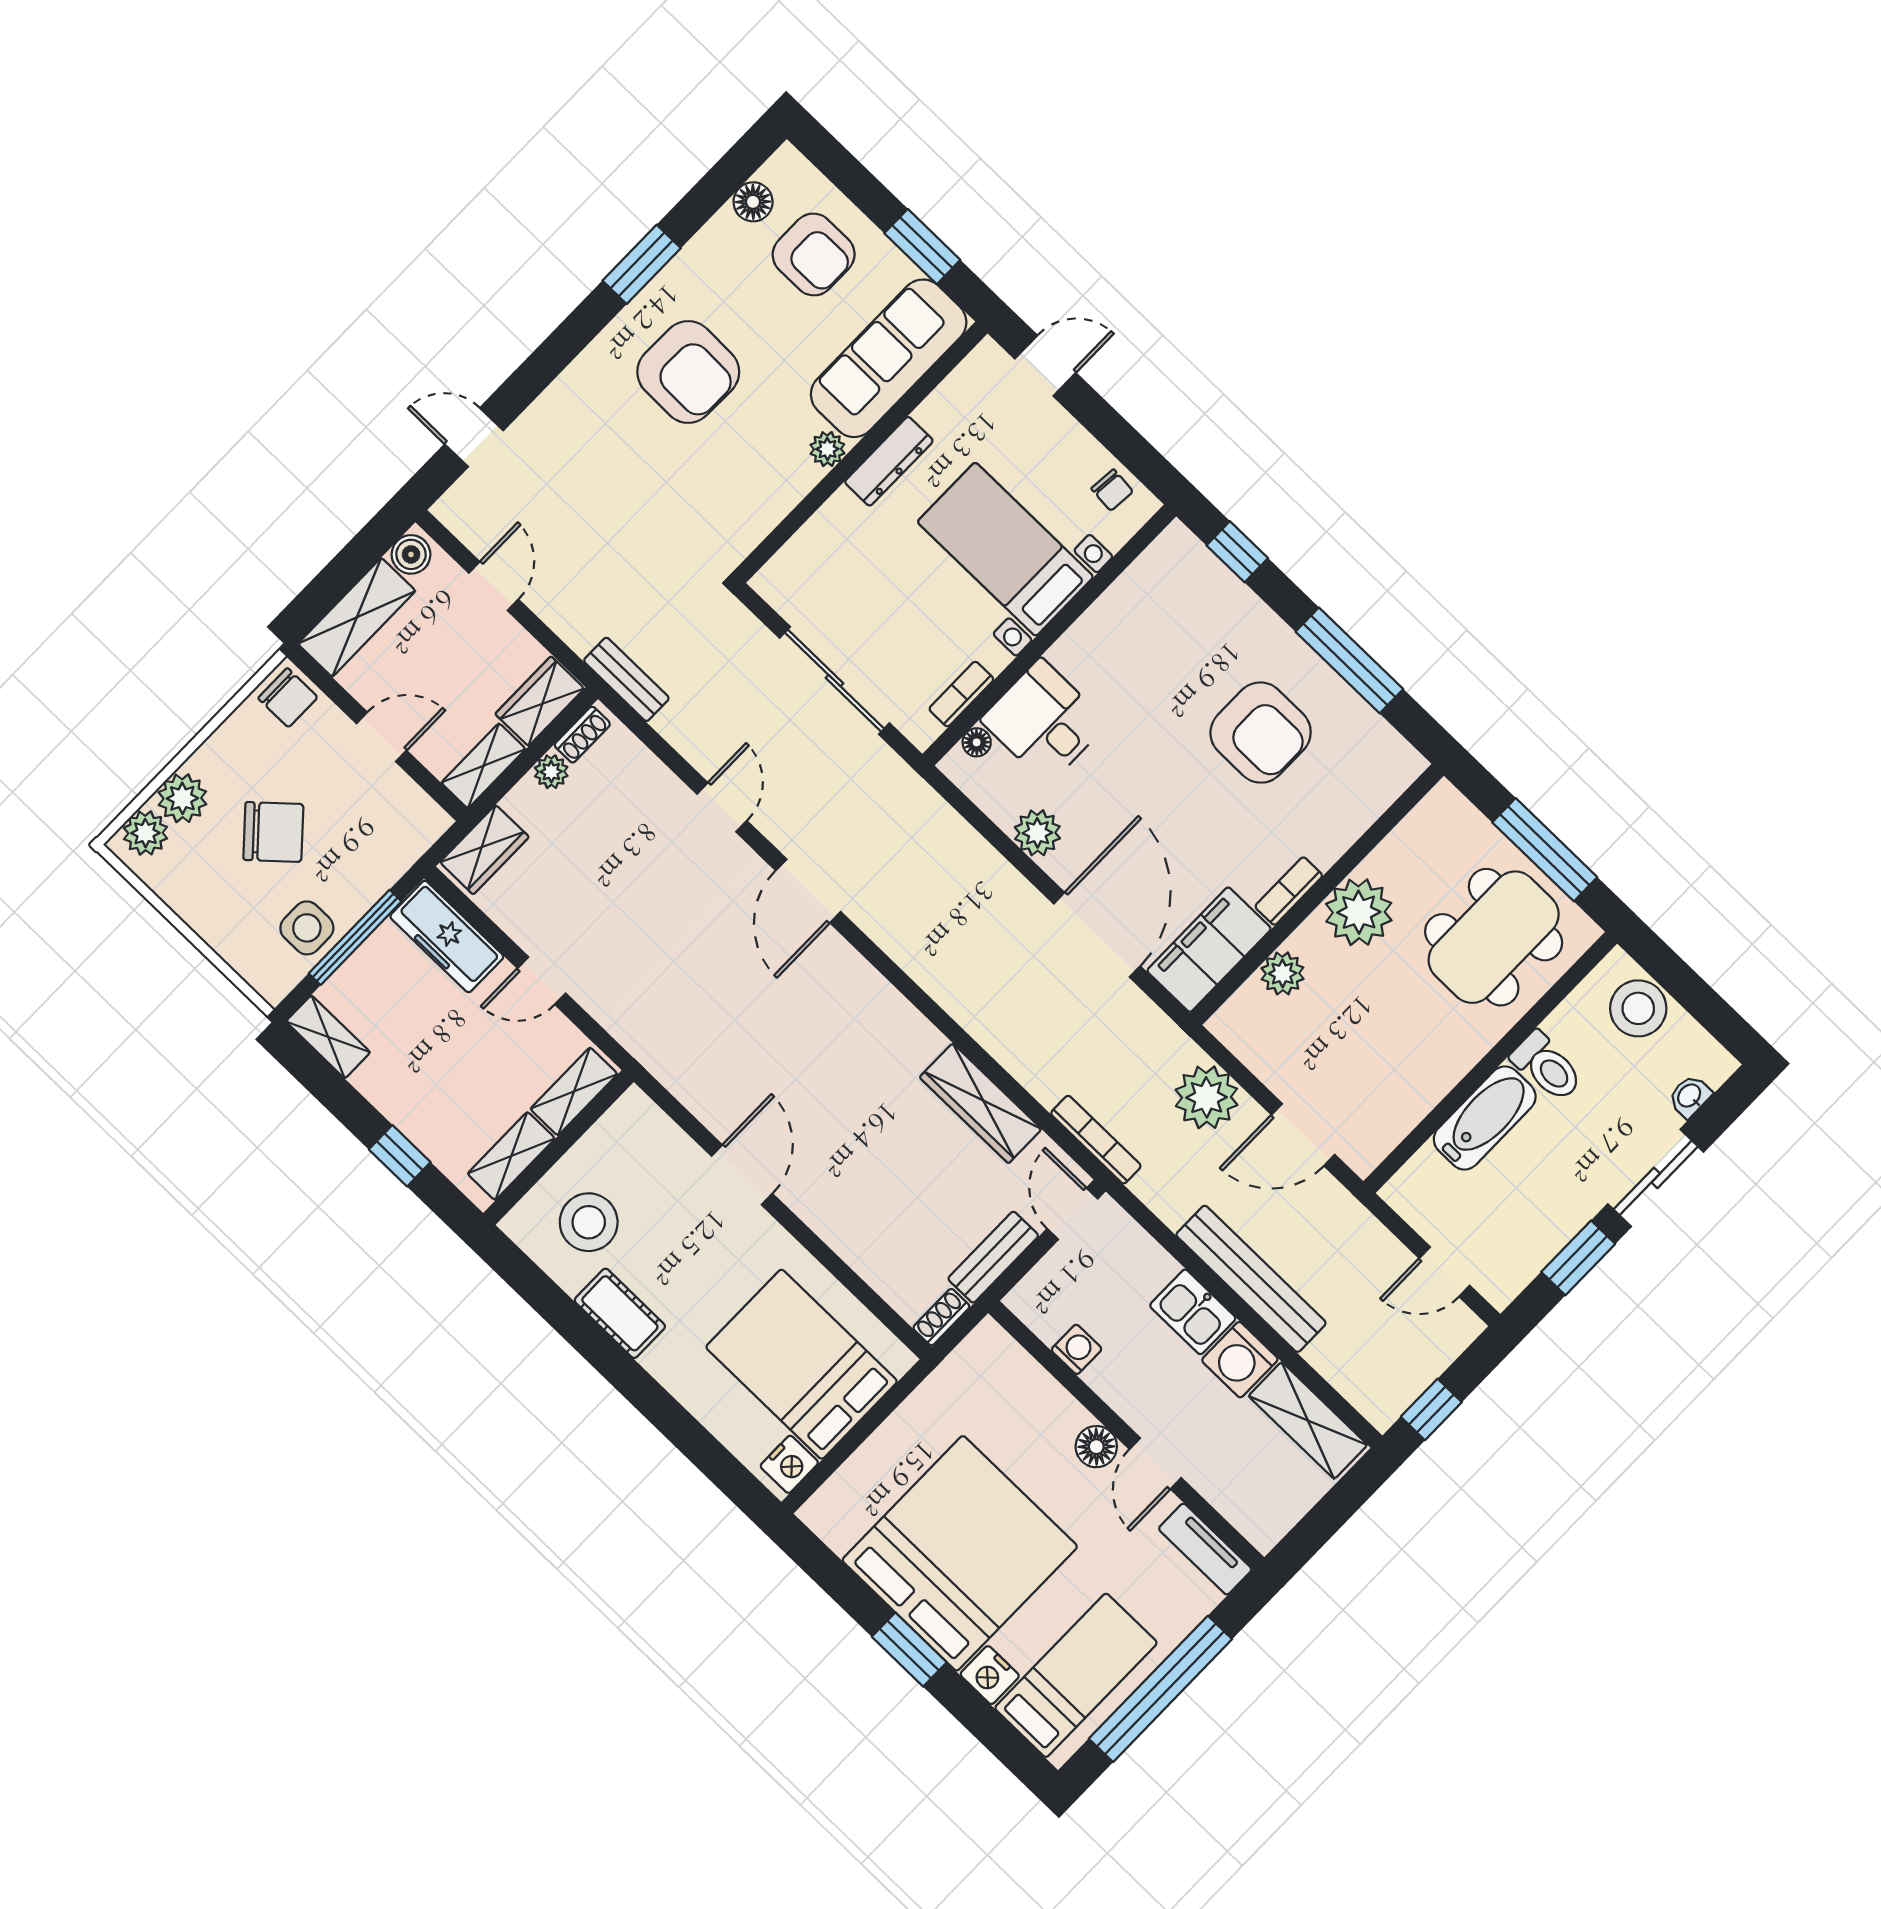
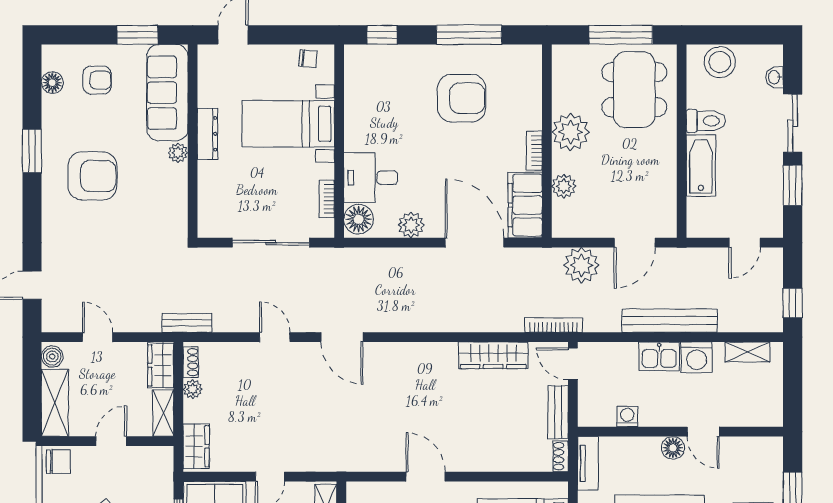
armchair: (814, 254) -> (97, 80), width x0.72, depth x0.72
floor lamp: (977, 742) -> (359, 219), width x1.89, depth x1.89
shelving: (1308, 1420) -> (747, 352), width x0.67, depth x0.75
tv unit: (1205, 1549) -> (588, 463), moved, turned -90

